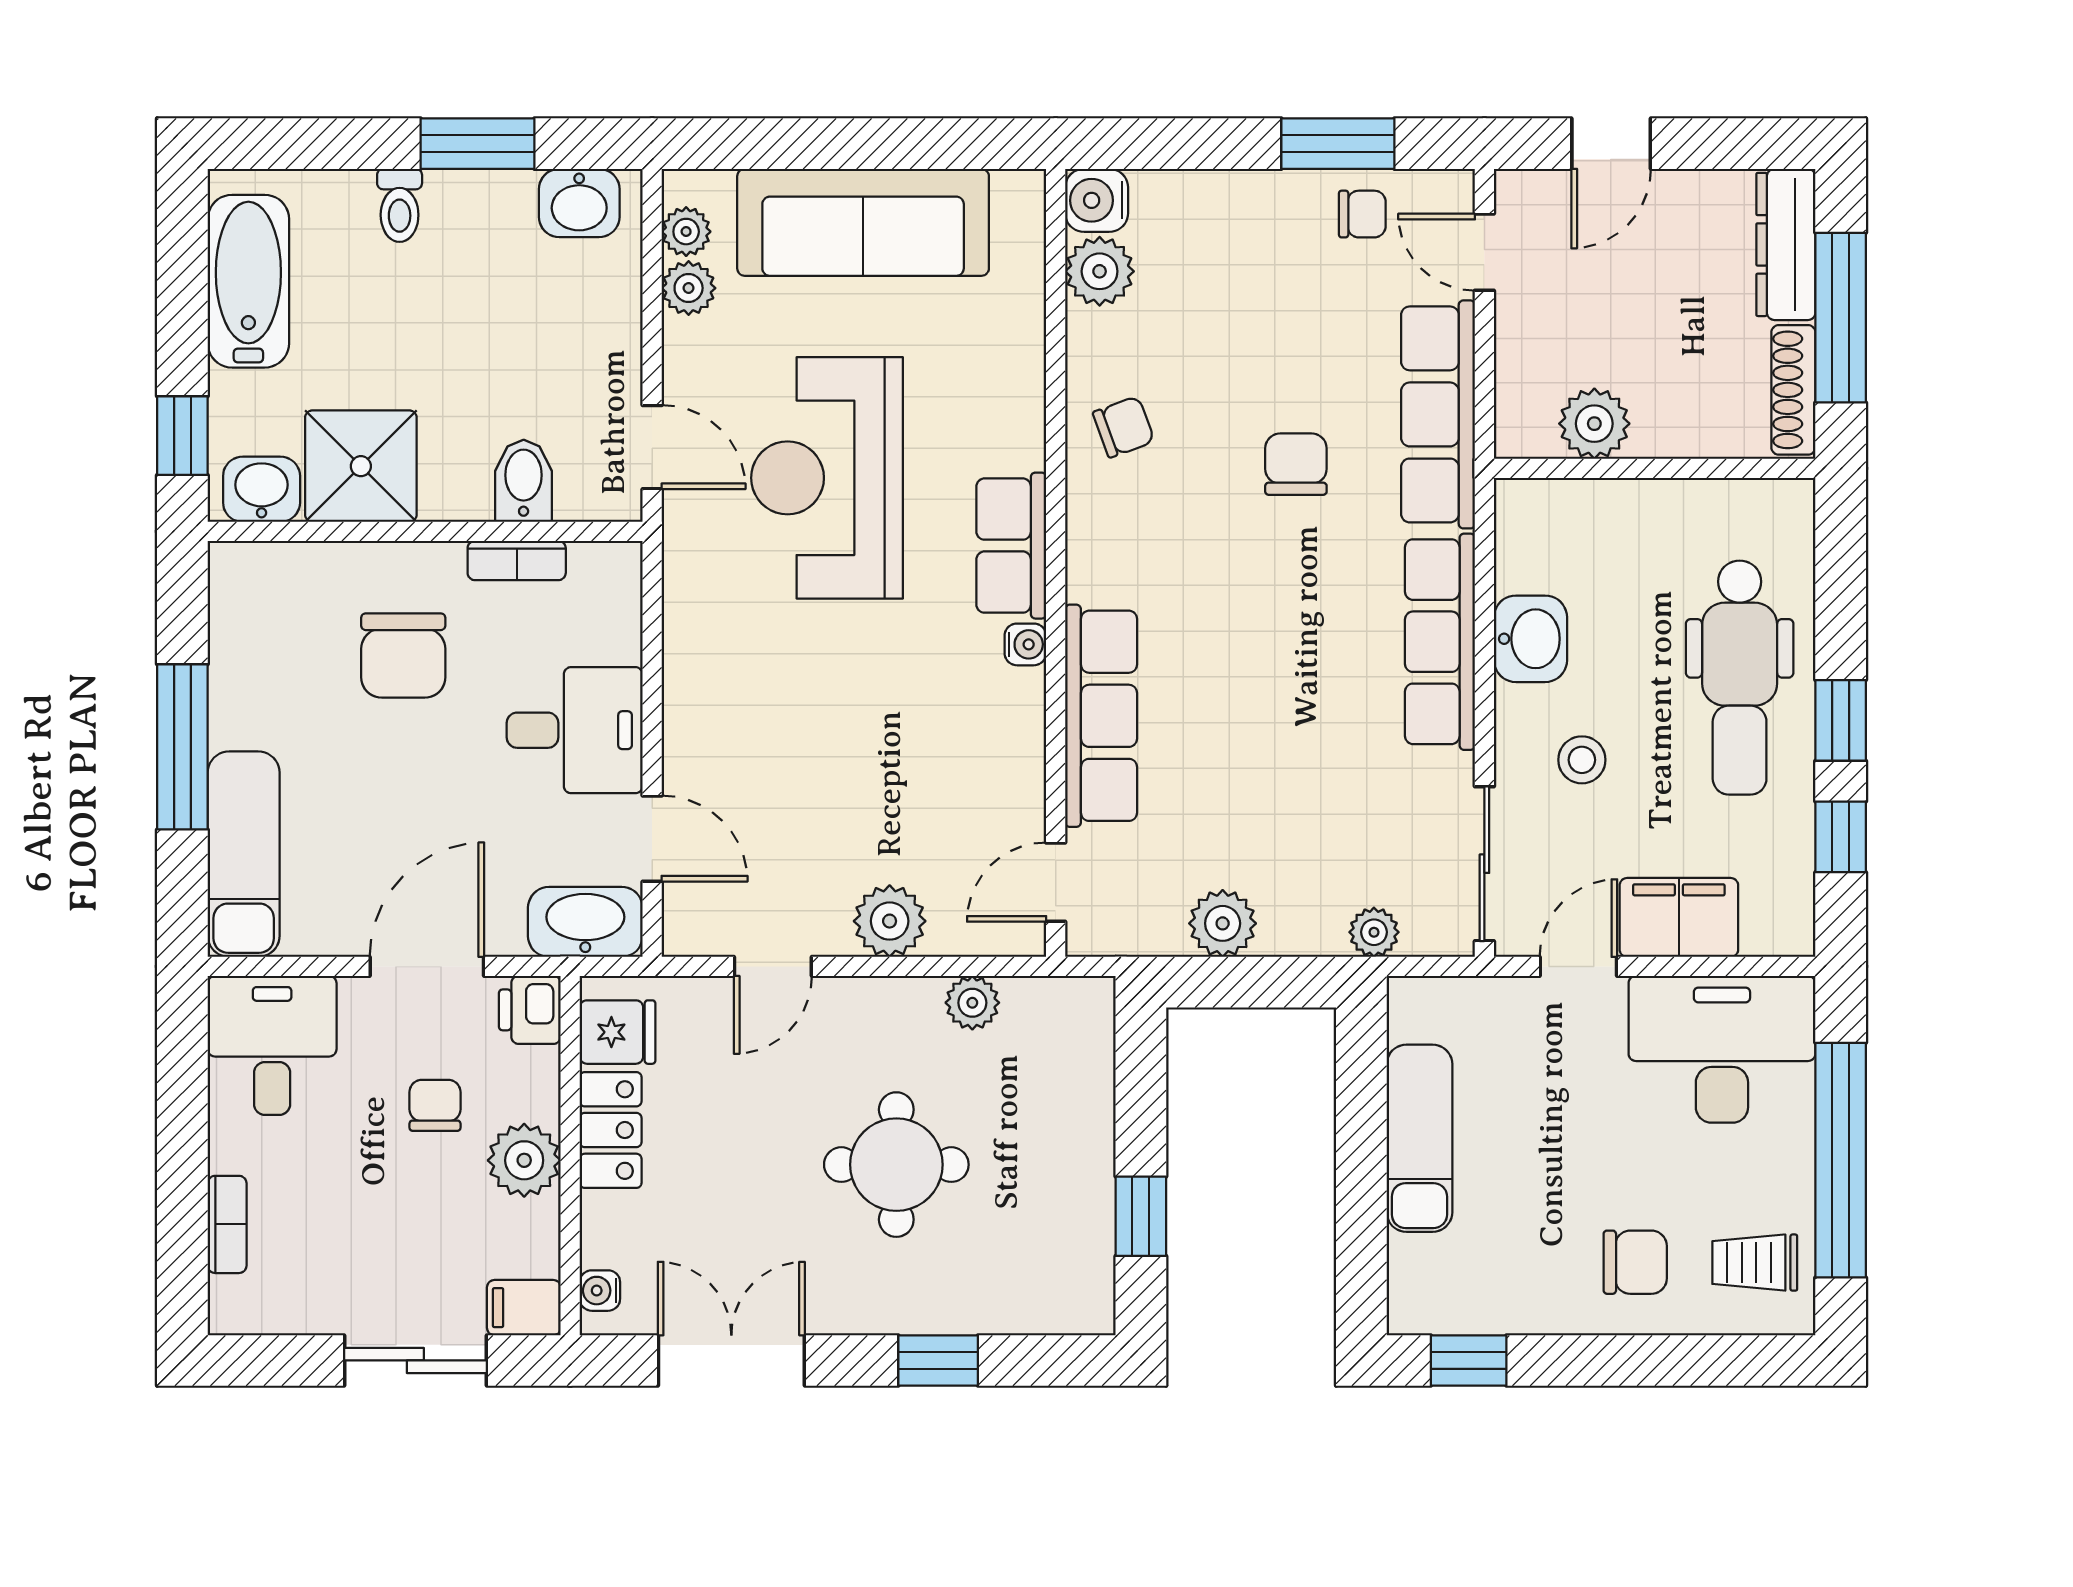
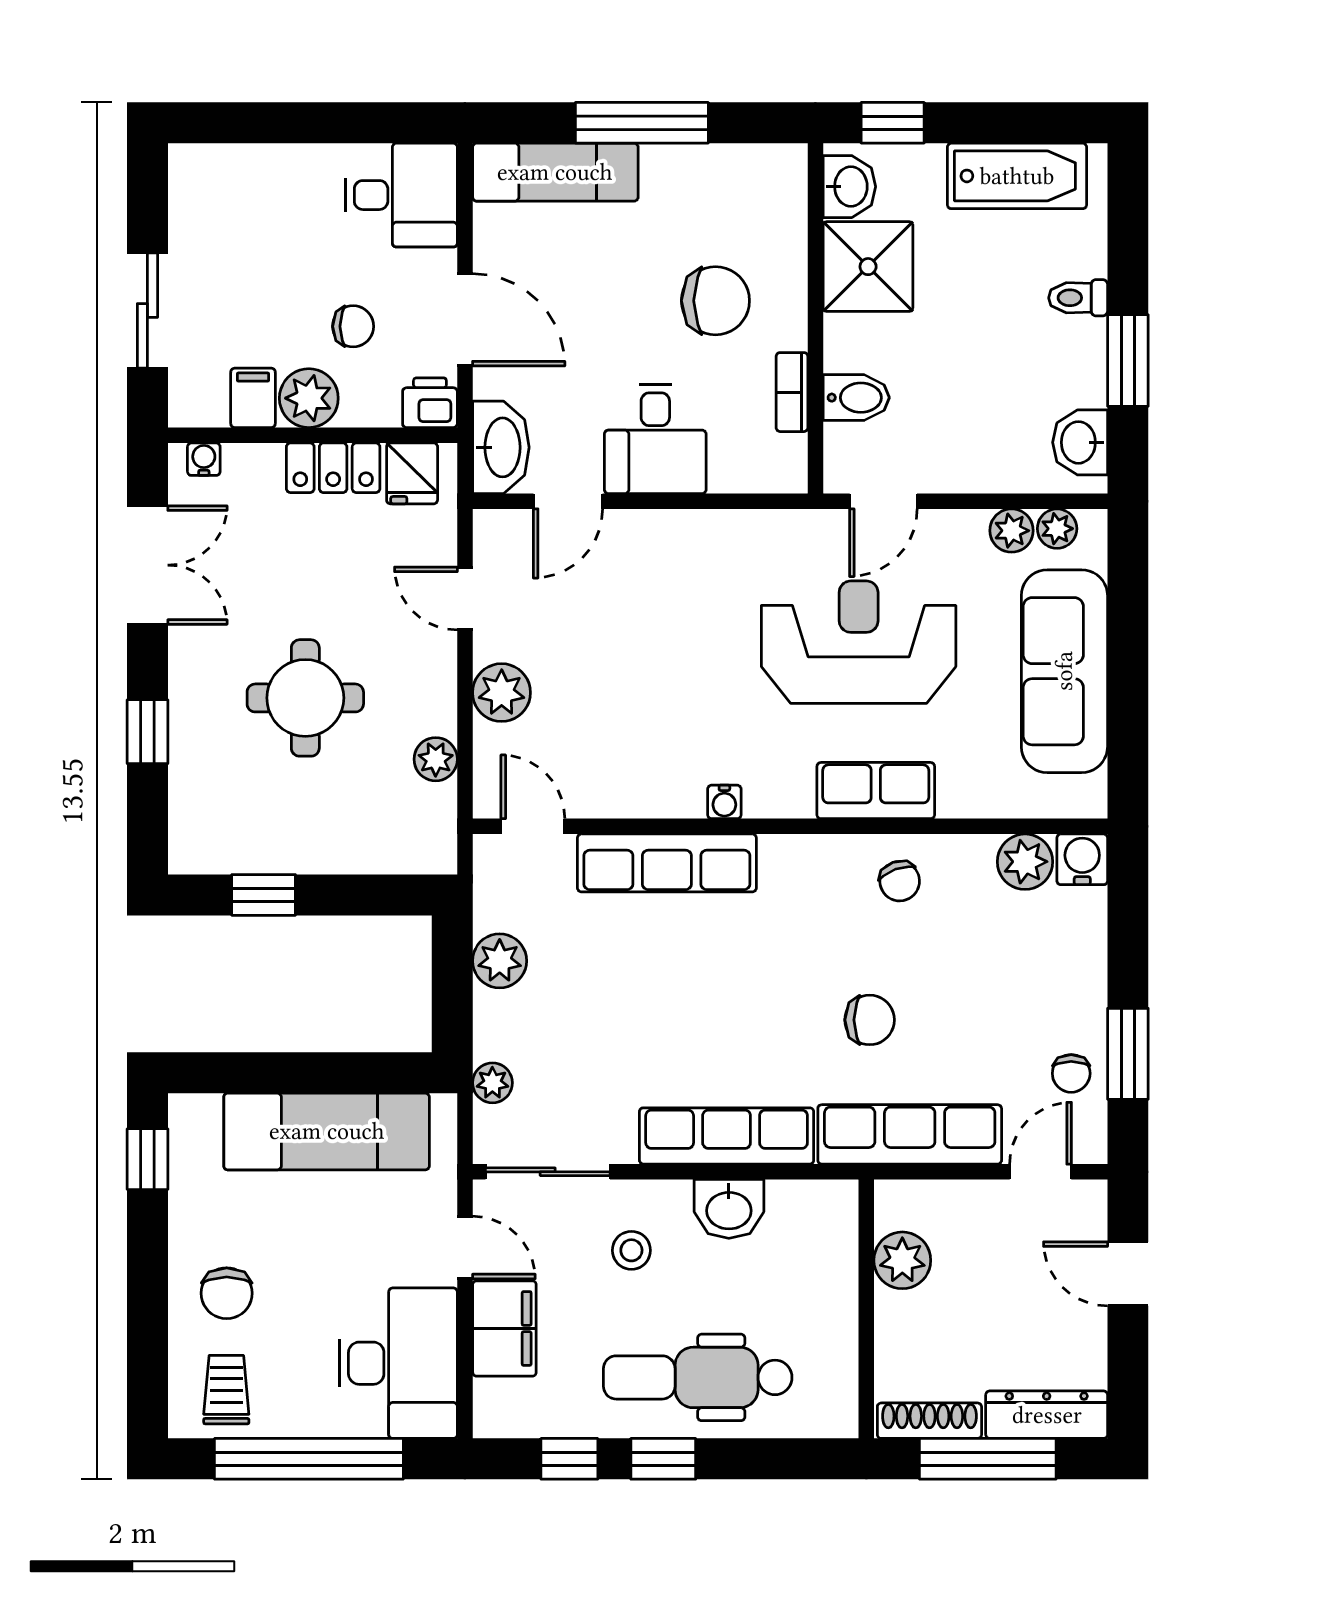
row of seats: (1011, 546) -> (876, 791), moved
chair: (403, 655) -> (715, 301), turned 180
exam couch: (1419, 1138) -> (327, 1131), width x1.36, depth x1.45
bookcase: (227, 1224) -> (257, 159), removed
filing cabinet: (524, 1308) -> (253, 398), moved

